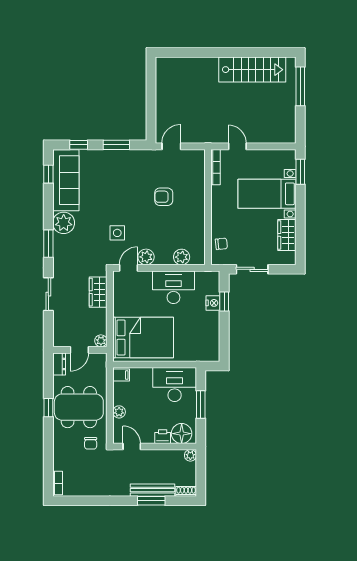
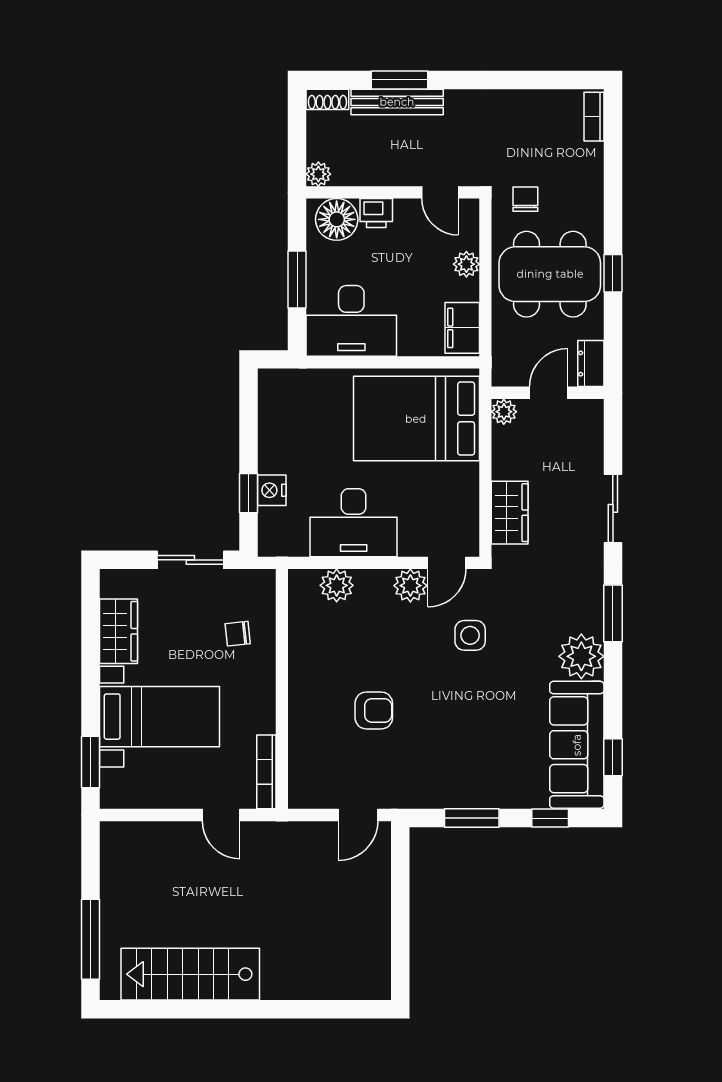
chair: (221, 244) -> (238, 634), moved
filing cabinet: (121, 375) -> (462, 328), width x2.00

